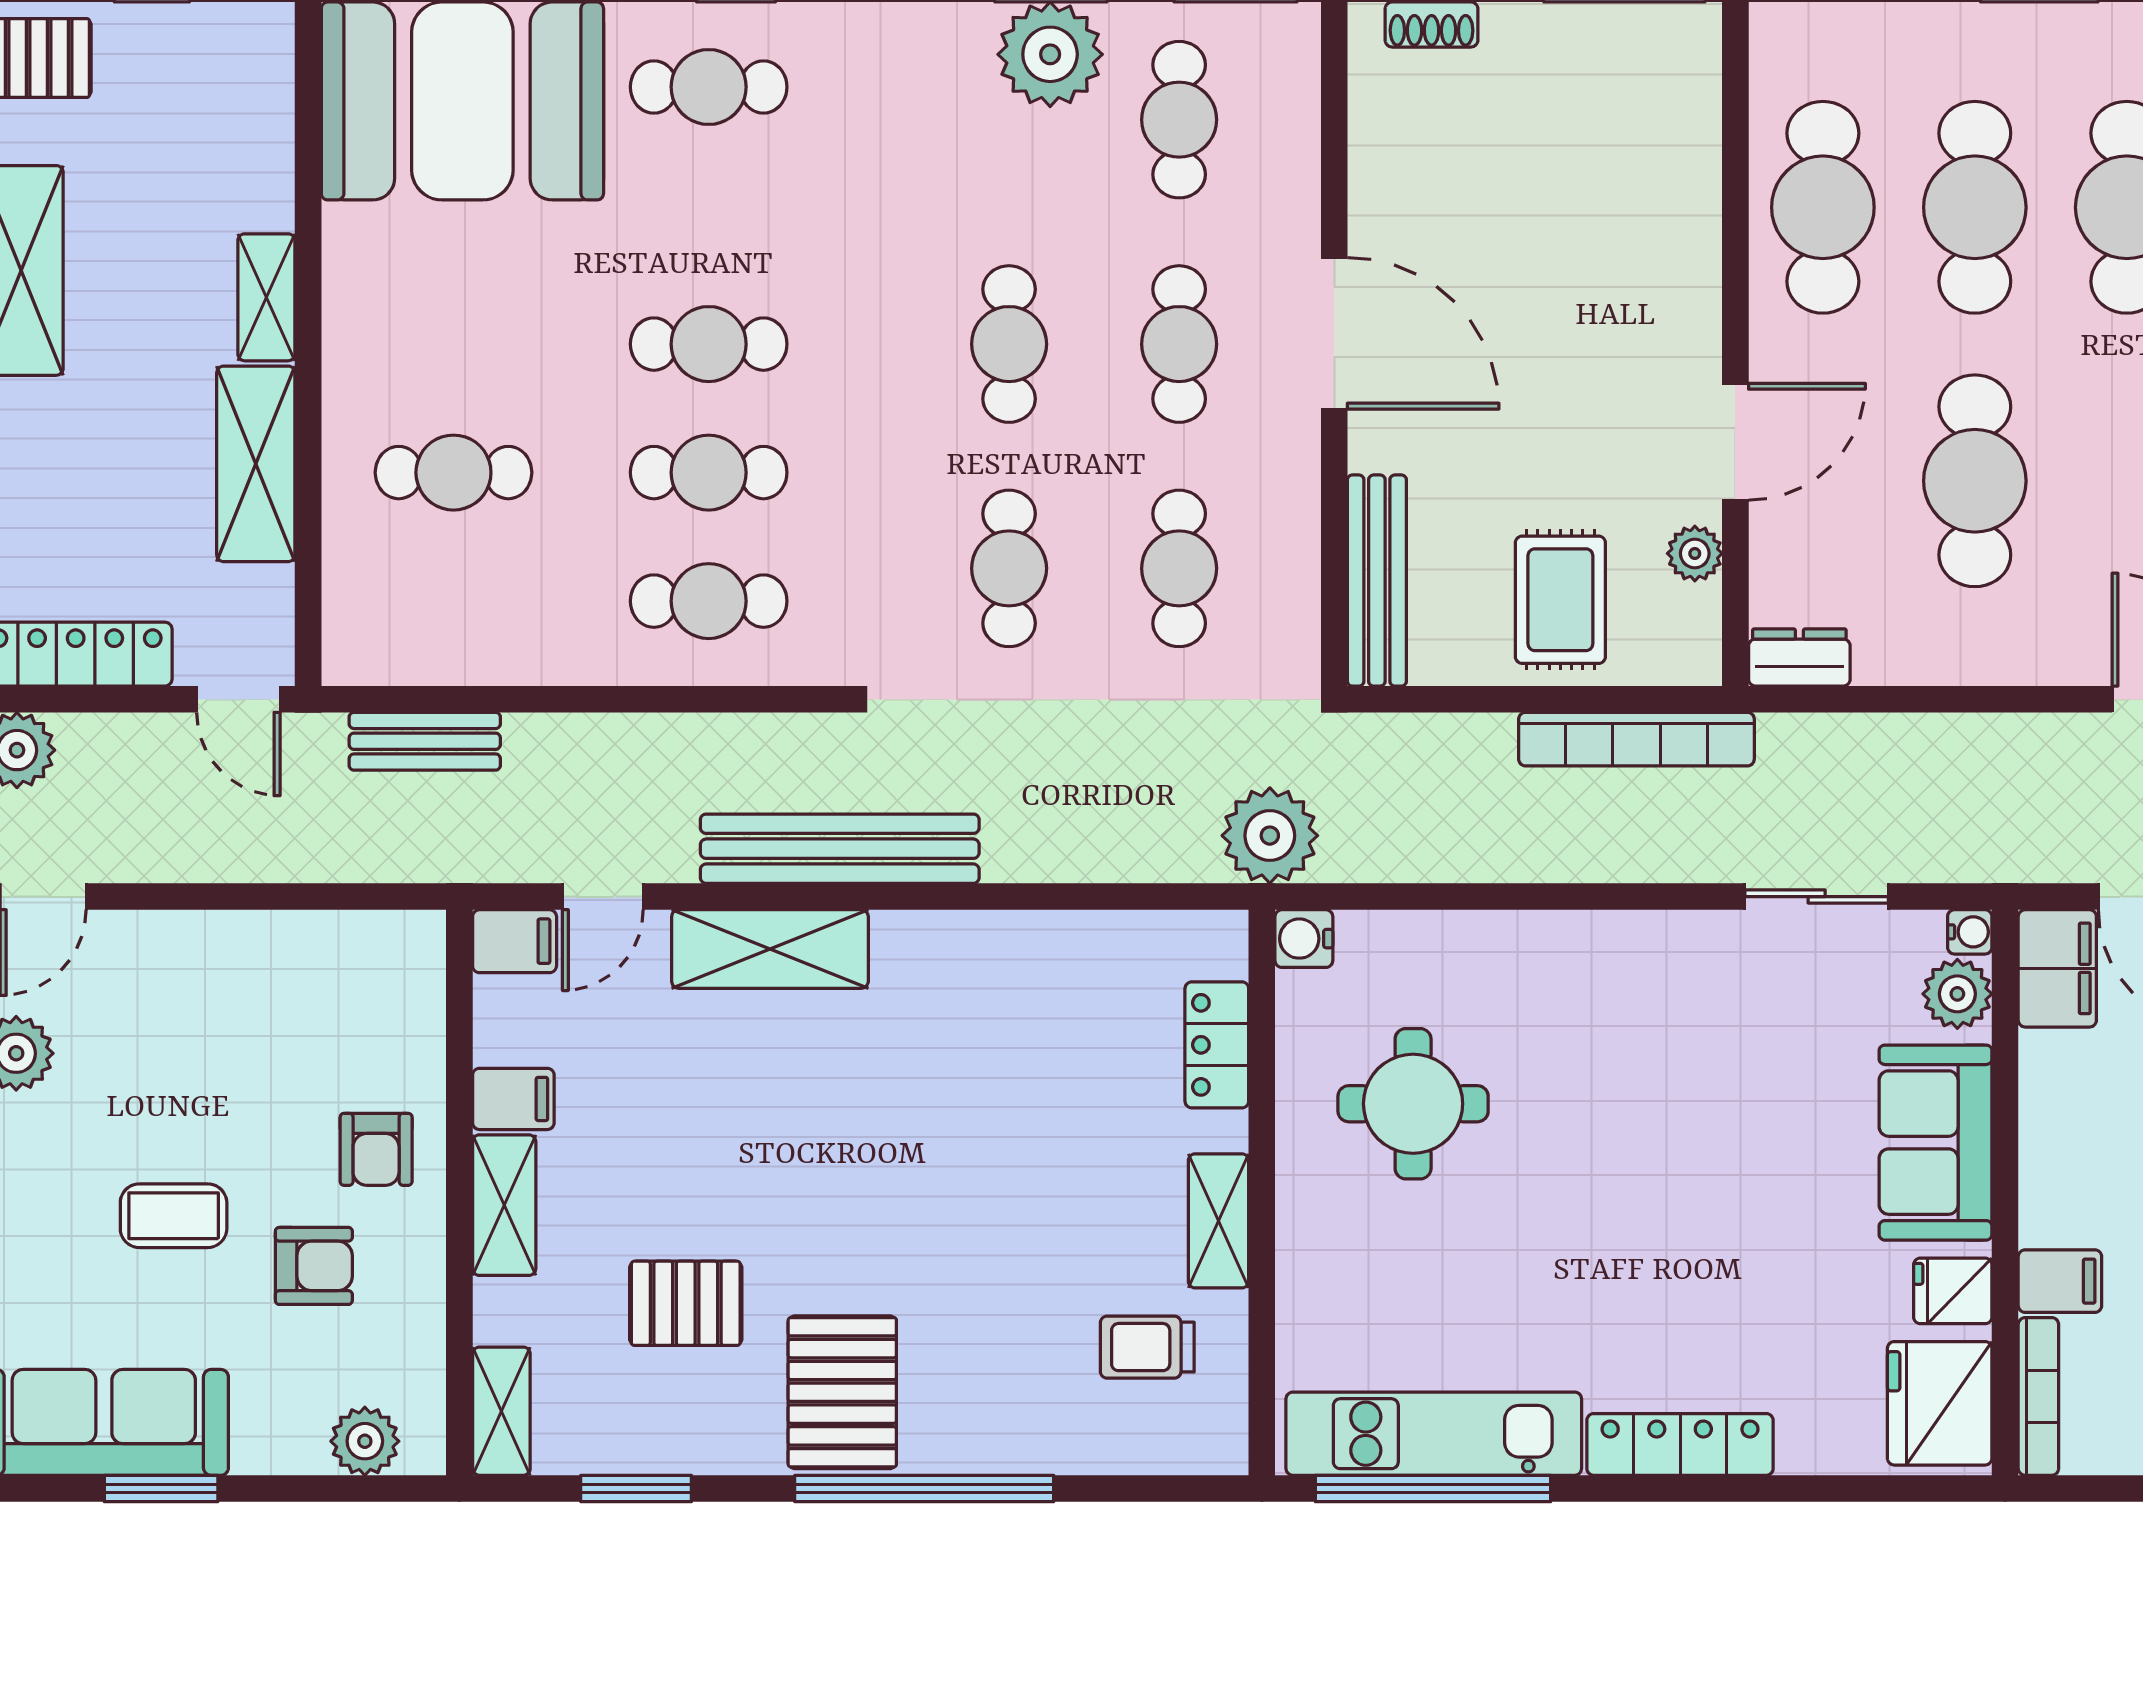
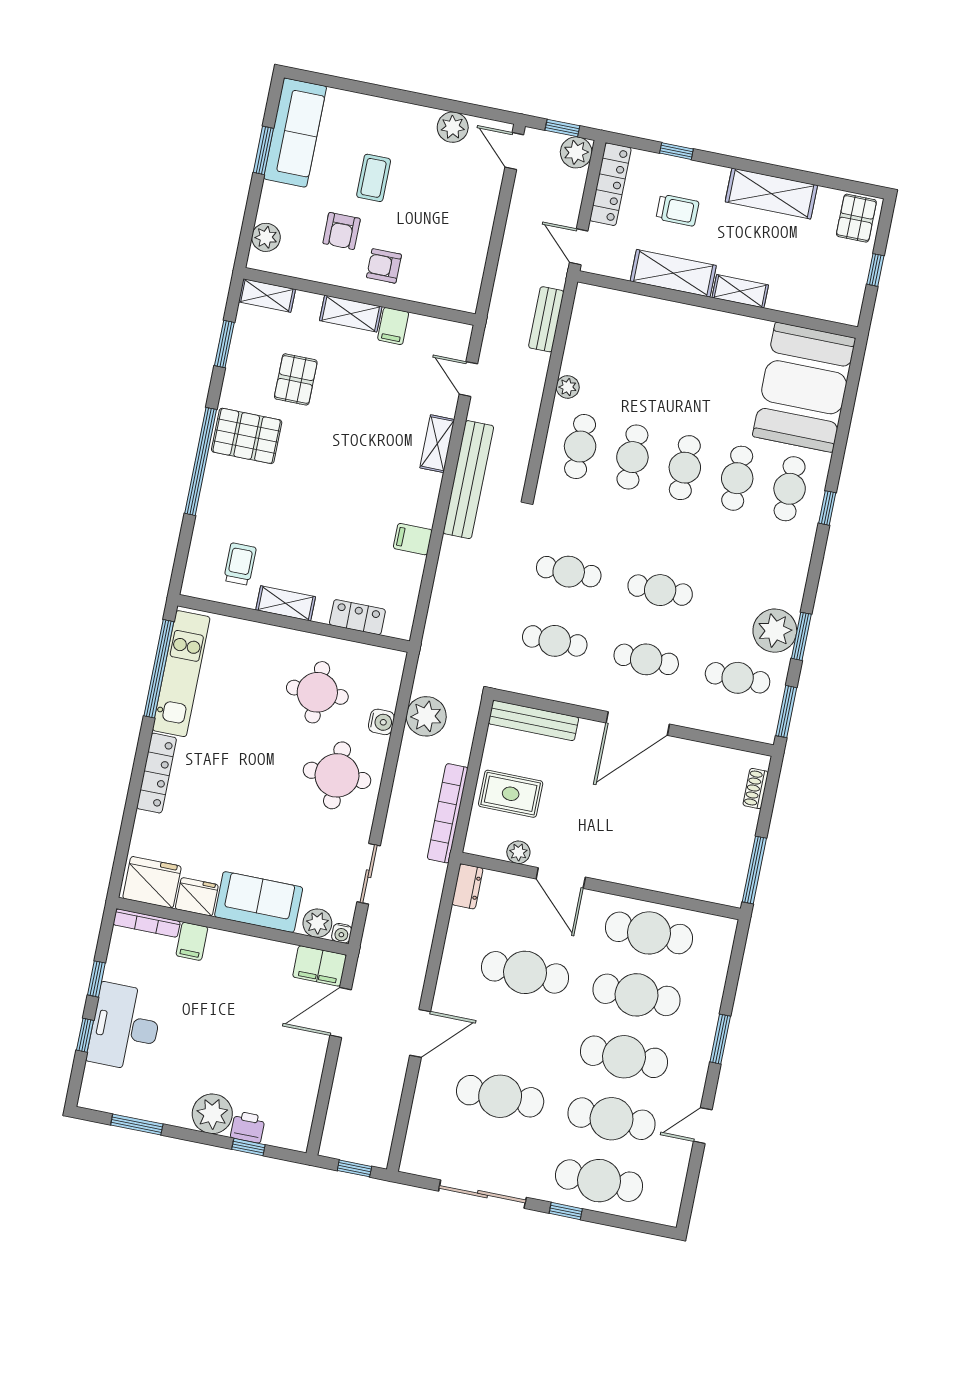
cafe table: (453, 473) -> (737, 478), moved
trolley: (105, 484) -> (678, 210), added
plant: (574, 659) -> (568, 387), added
door: (238, 699) -> (579, 247), hinge flipped
plant: (1270, 836) -> (426, 716), moved
water cooler: (1304, 939) -> (381, 722), moved, turned 90
filing cabinet: (515, 941) -> (413, 539), moved, turned 90
shelving: (770, 949) -> (437, 444), width x0.67, depth x0.75
round table: (1600, 1018) -> (337, 775), added
fridge: (1953, 1291) -> (197, 897), width x1.38

